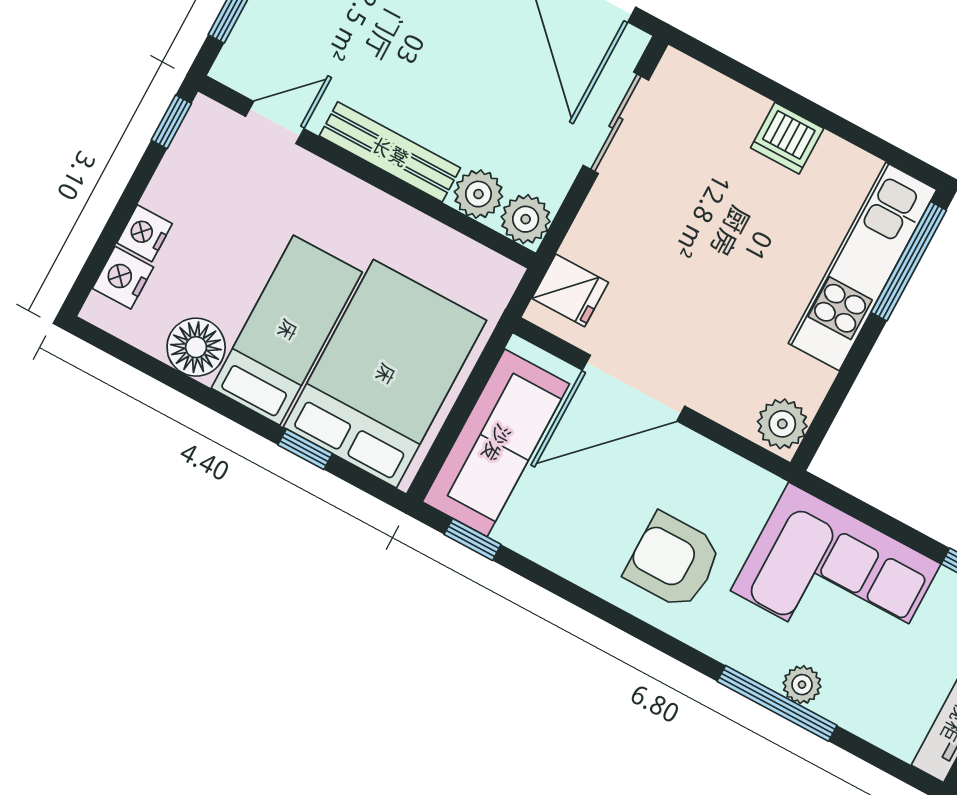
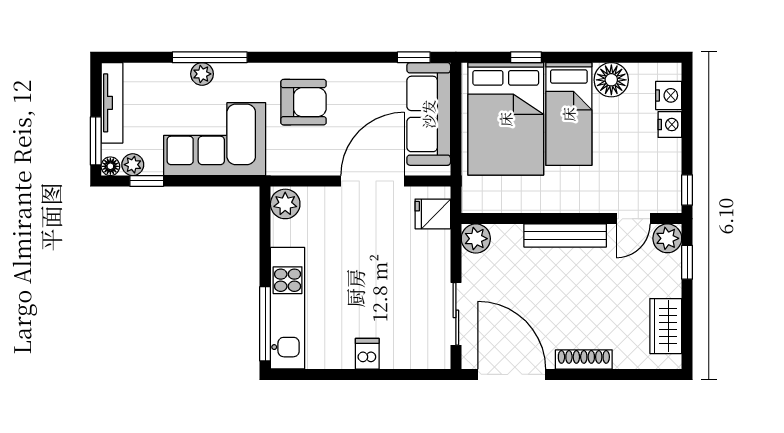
dishwasher: (787, 138) -> (367, 354), width x0.73
plant: (478, 194) -> (667, 238), moved

